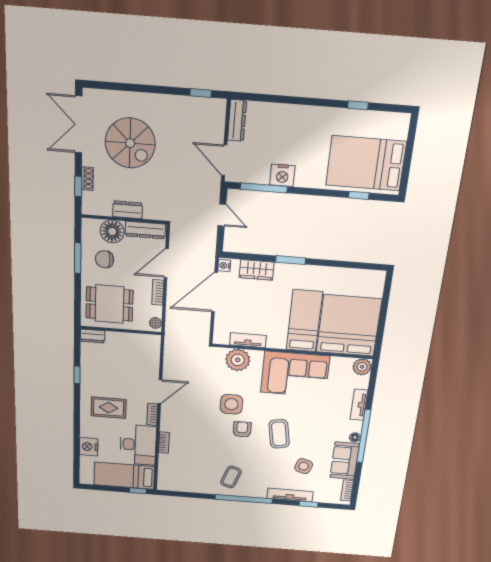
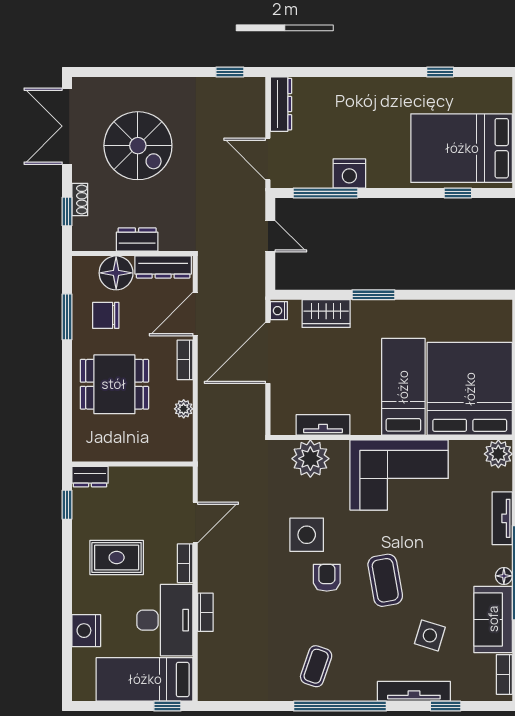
wall: (121, 331) -> (132, 464), moved
dresser: (93, 336) -> (90, 477), moved

